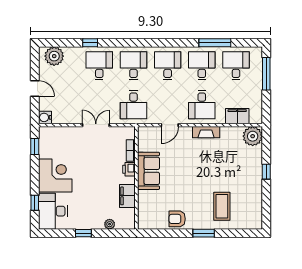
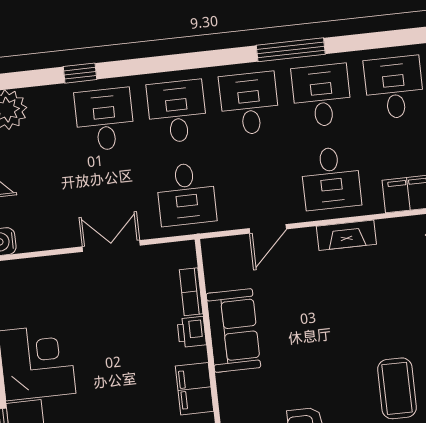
window: (215, 43) -> (291, 50), moved

